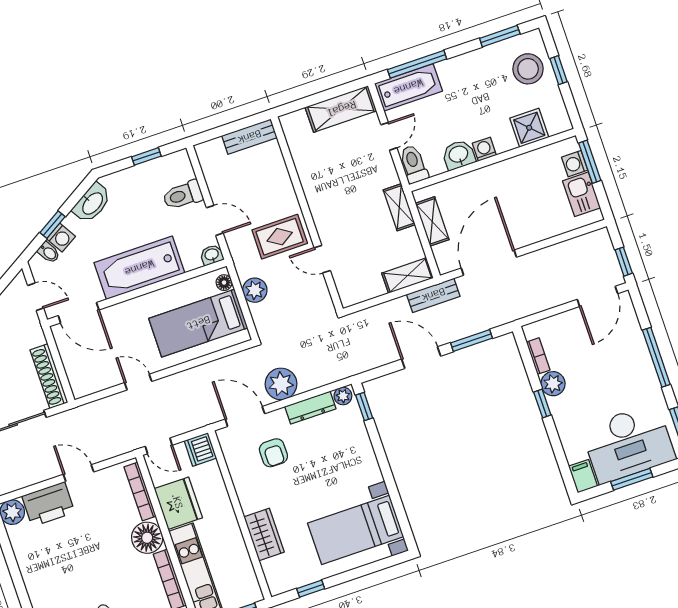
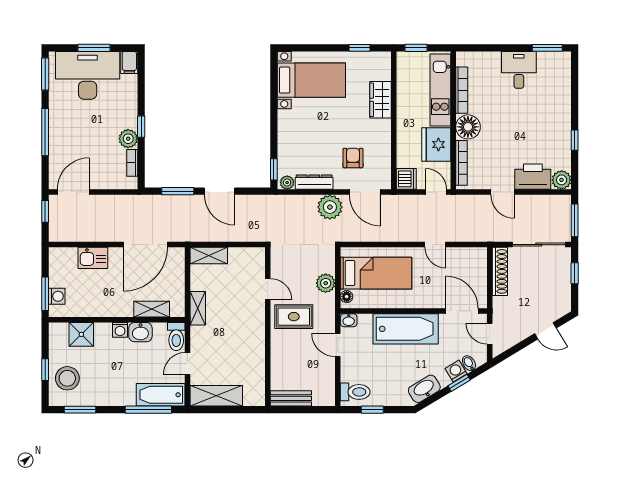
kitchen sink: (582, 194) -> (93, 258), moved, turned 90
toilet: (183, 195) -> (355, 392), moved
shelving: (432, 221) -> (152, 309), moved, turned 90
bench: (433, 295) -> (195, 234), removed
window: (13, 566) -> (575, 140), added

